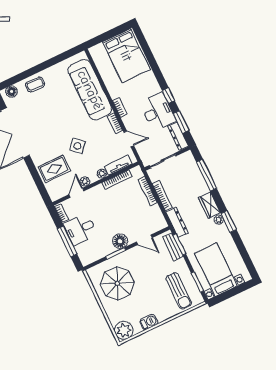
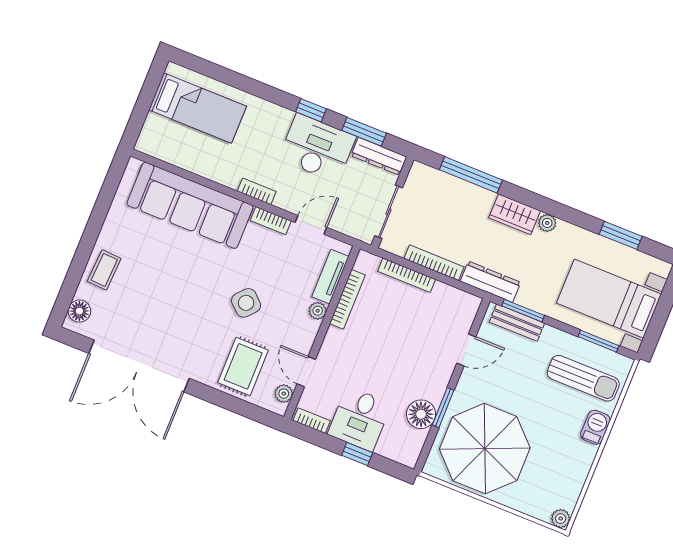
bed: (126, 56) -> (198, 108), width x0.67
plant: (85, 181) -> (284, 394), moved
window: (229, 222) -> (621, 235), moved
window: (67, 241) -> (357, 454), width x0.46
floor lamp: (120, 241) -> (421, 414), moved
parasol: (117, 283) -> (485, 449), width x1.36, depth x1.36
barbecue: (149, 322) -> (595, 427), moved
plant: (124, 330) -> (561, 519), width x0.53, depth x0.53

